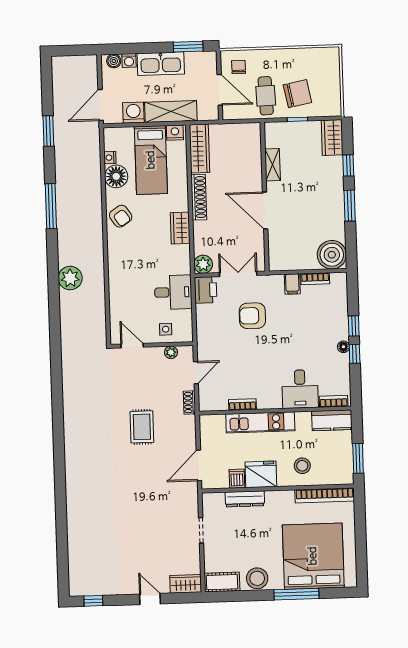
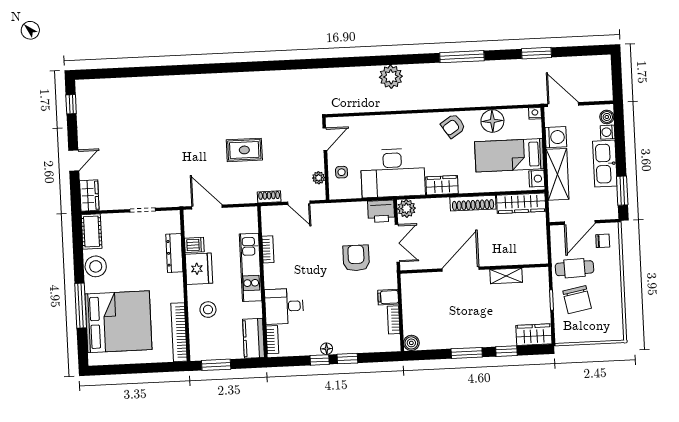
nightstand: (110, 158) -> (535, 113), moved
boiler: (332, 255) -> (411, 343), width x0.54, depth x0.54
desk: (173, 292) -> (393, 173), width x1.87, depth x1.30

